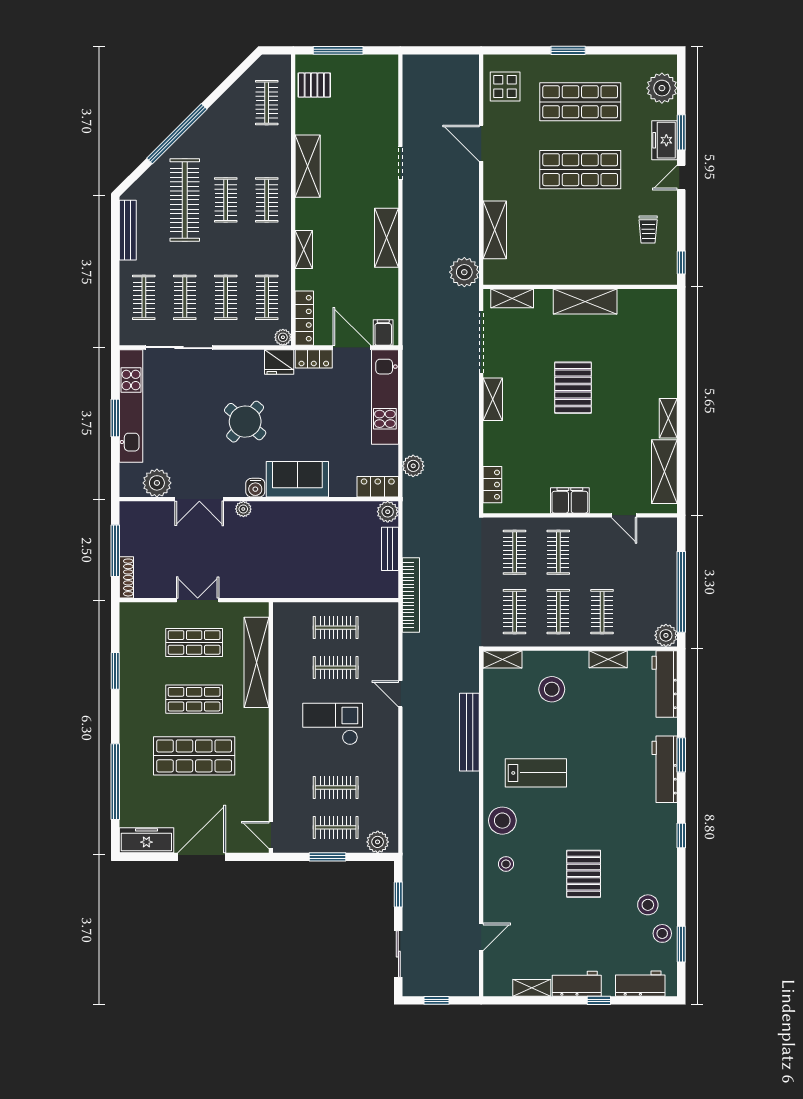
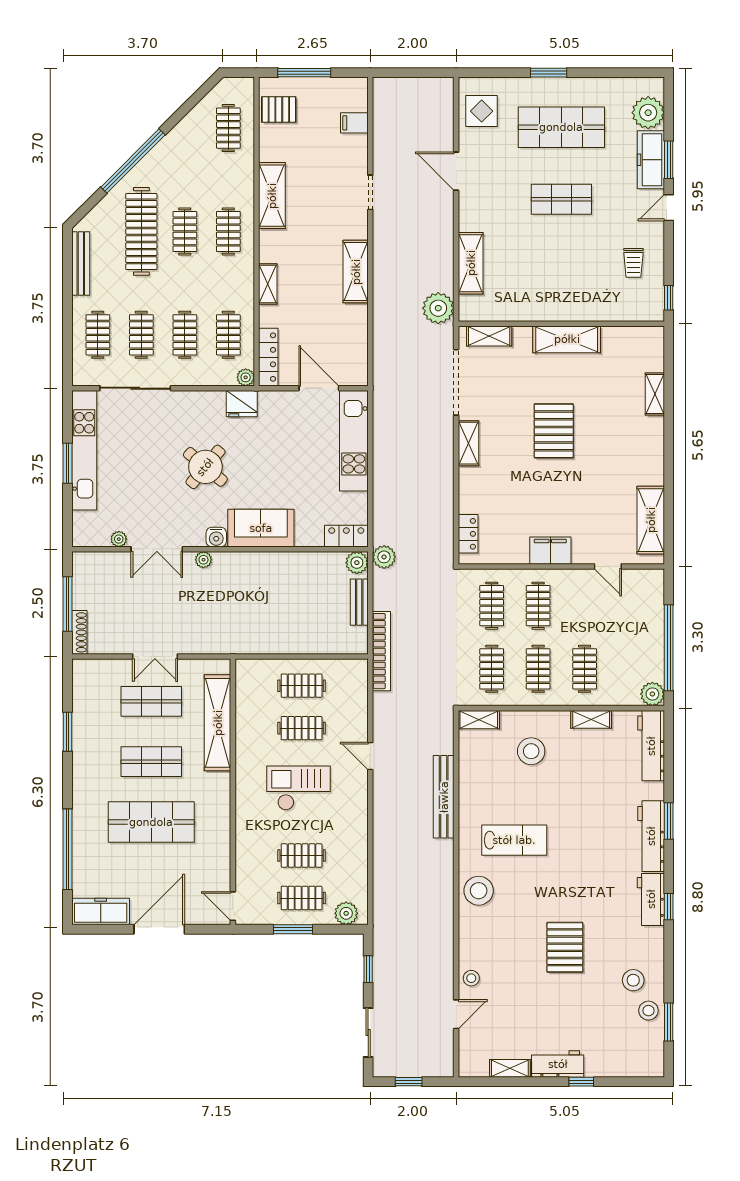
freezer: (665, 140) -> (651, 160), width x1.40
shop shelf: (580, 170) -> (561, 199), width x0.70, depth x0.74
filing cabinet: (383, 333) -> (354, 123), moved, turned -90
locker: (314, 359) -> (278, 400), removed
shelving: (668, 418) -> (655, 394), moved
plant: (413, 466) -> (384, 557), moved
plant: (157, 483) -> (119, 539), width x0.53, depth x0.53
double door: (198, 600) -> (155, 657), swing flipped
stool: (506, 864) -> (471, 978), moved
workbench: (640, 984) -> (651, 899), moved, turned -90

